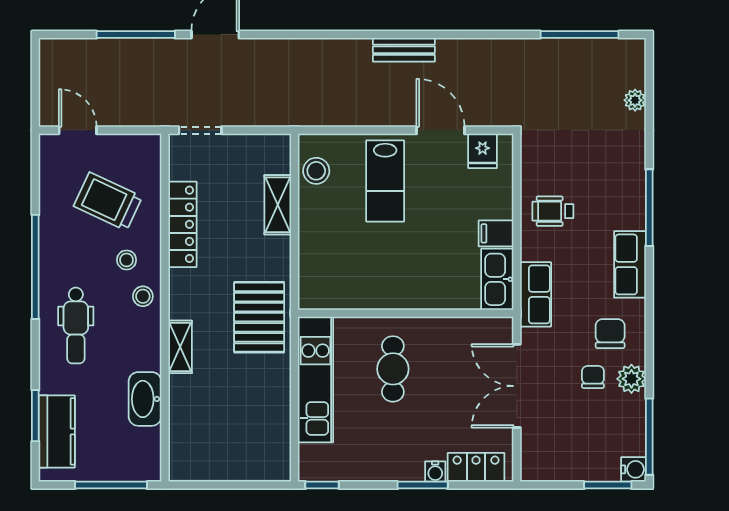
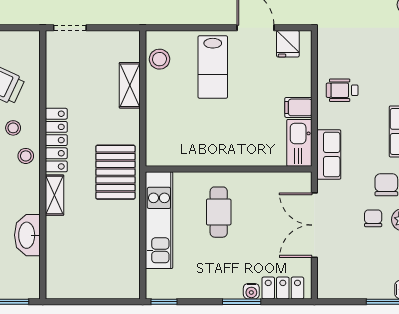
locker: (182, 224) -> (56, 140), moved

